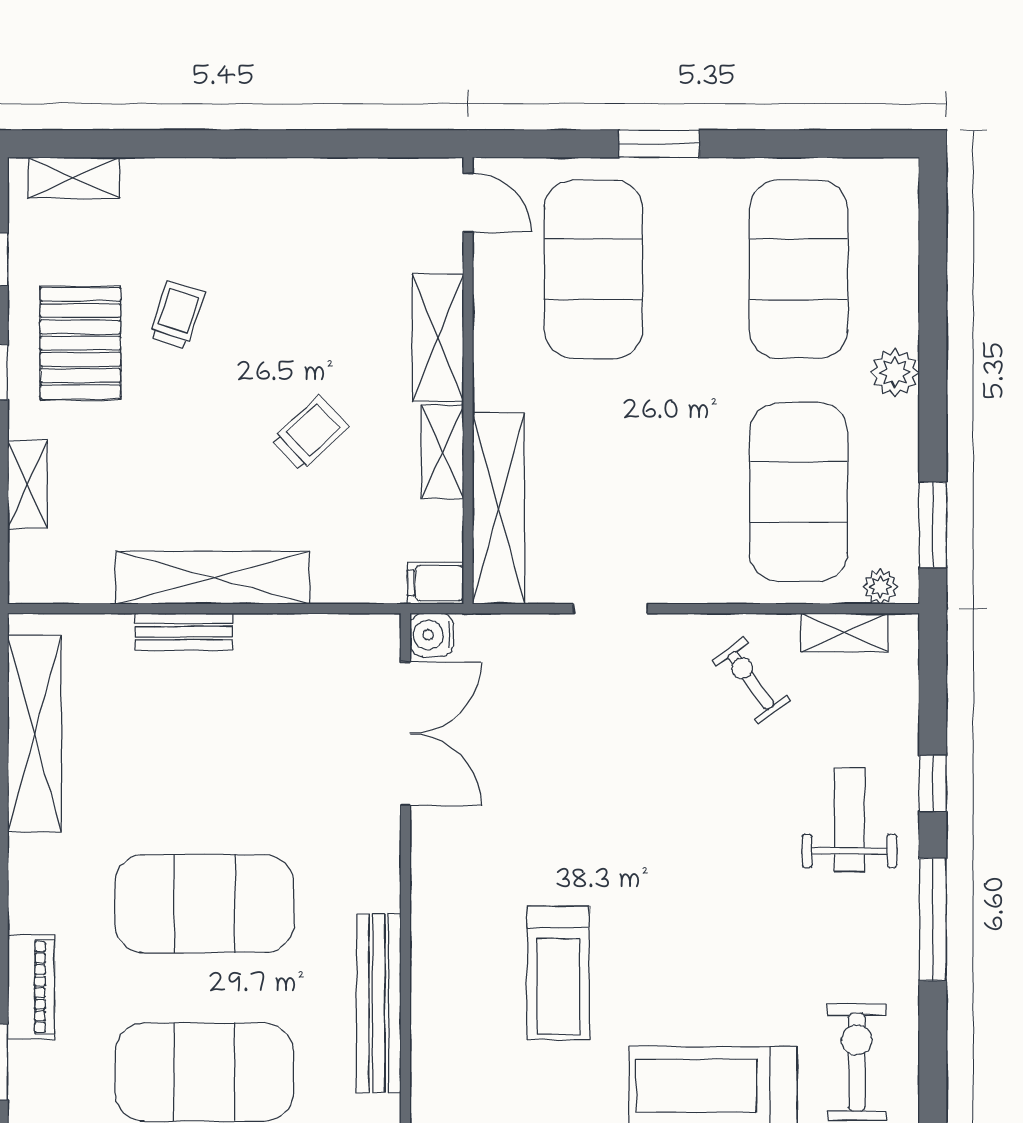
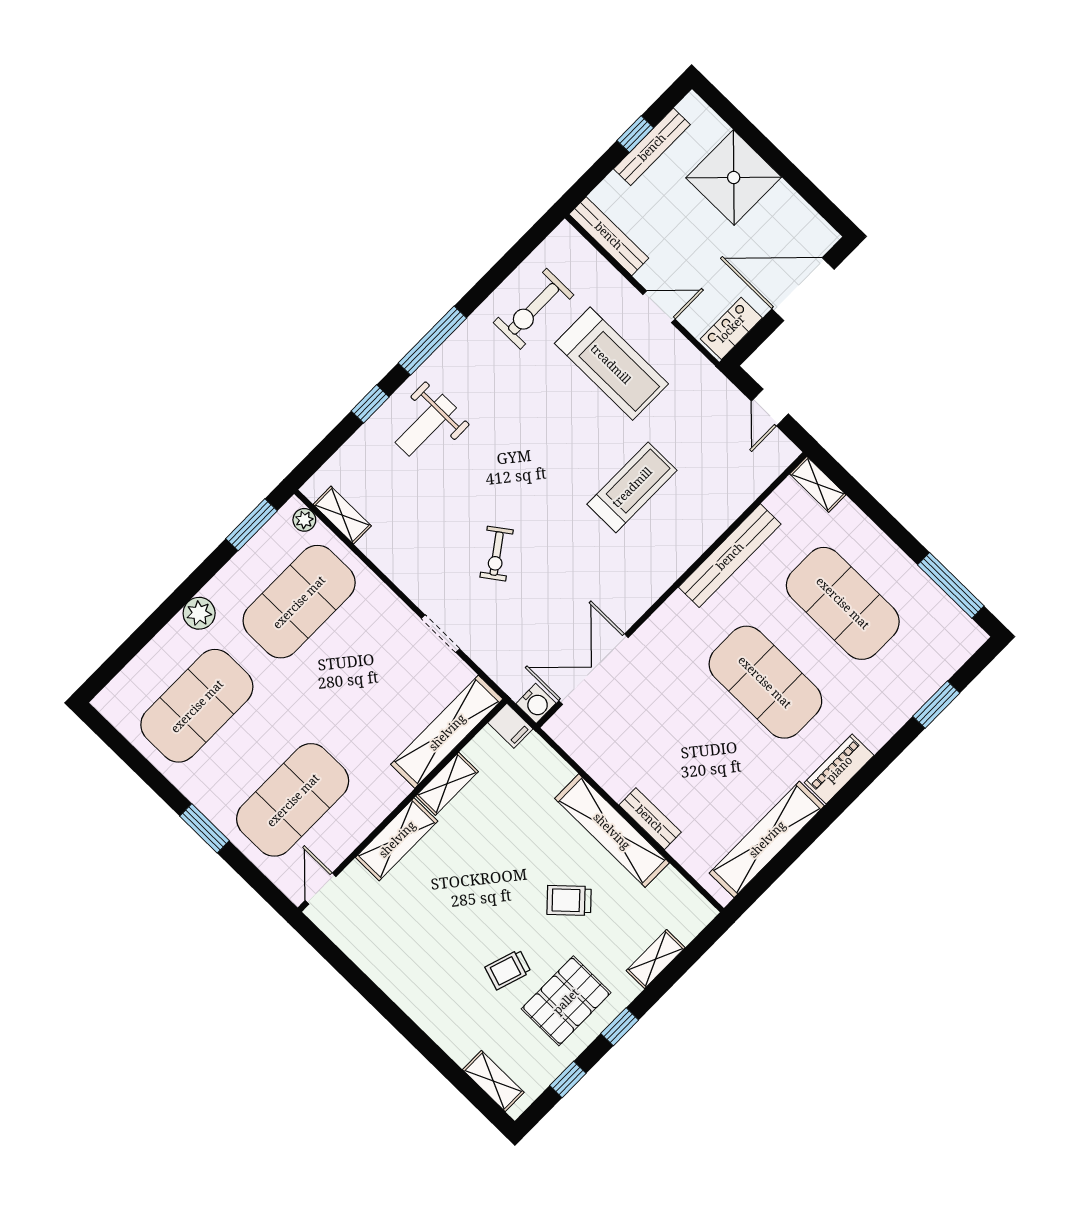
trolley: (310, 433) -> (569, 900), moved
exercise bike: (751, 680) -> (497, 554), moved
piano: (31, 987) -> (839, 769), moved

